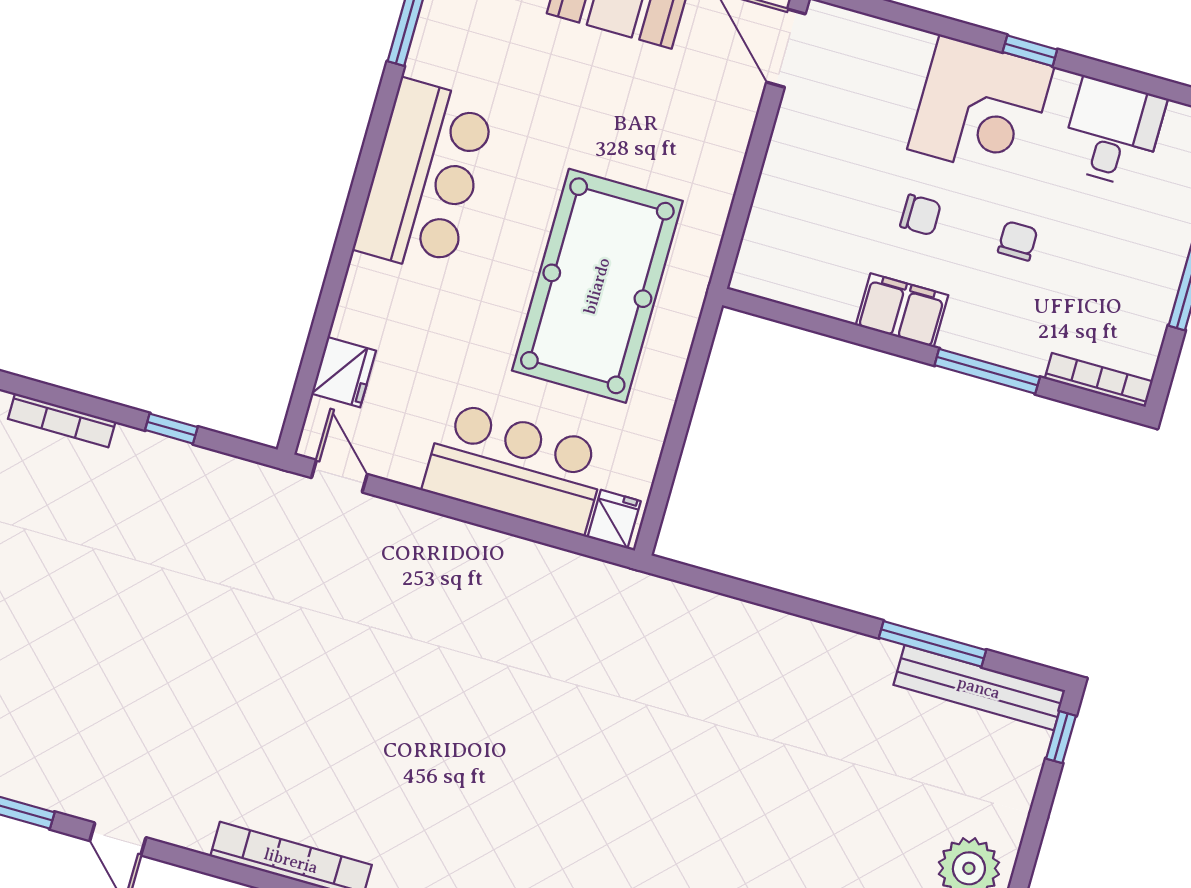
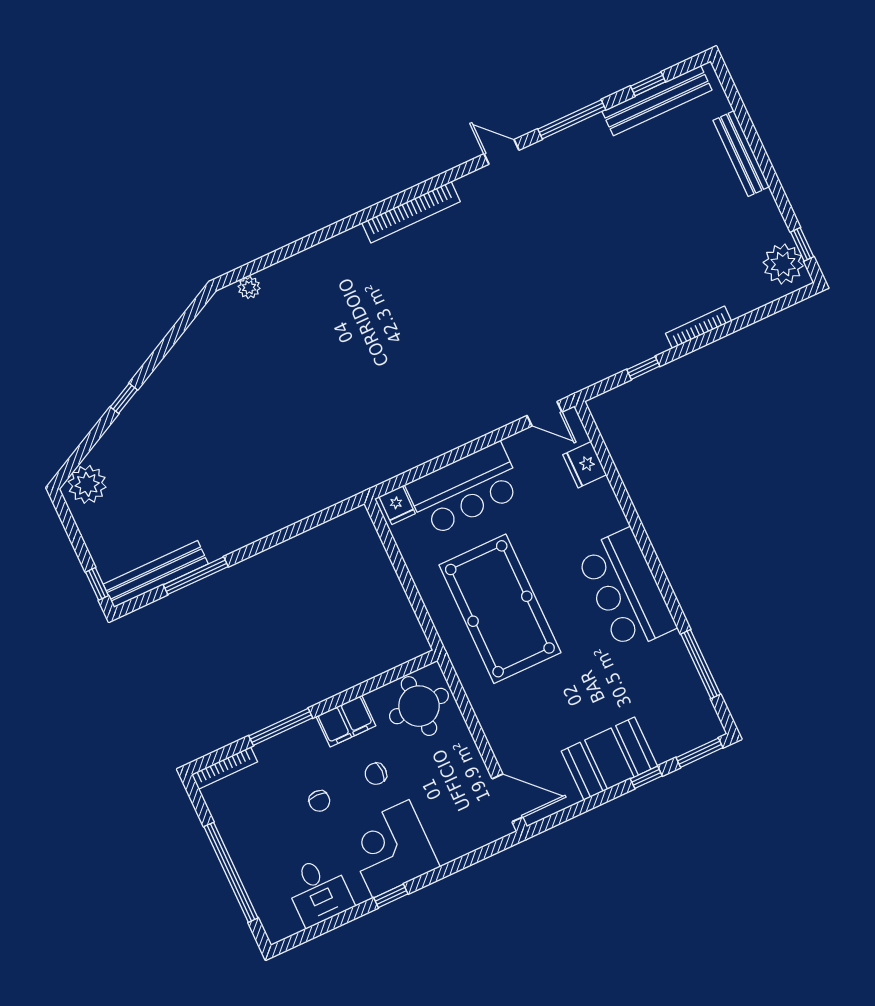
round table: (797, 252) -> (419, 706), added

